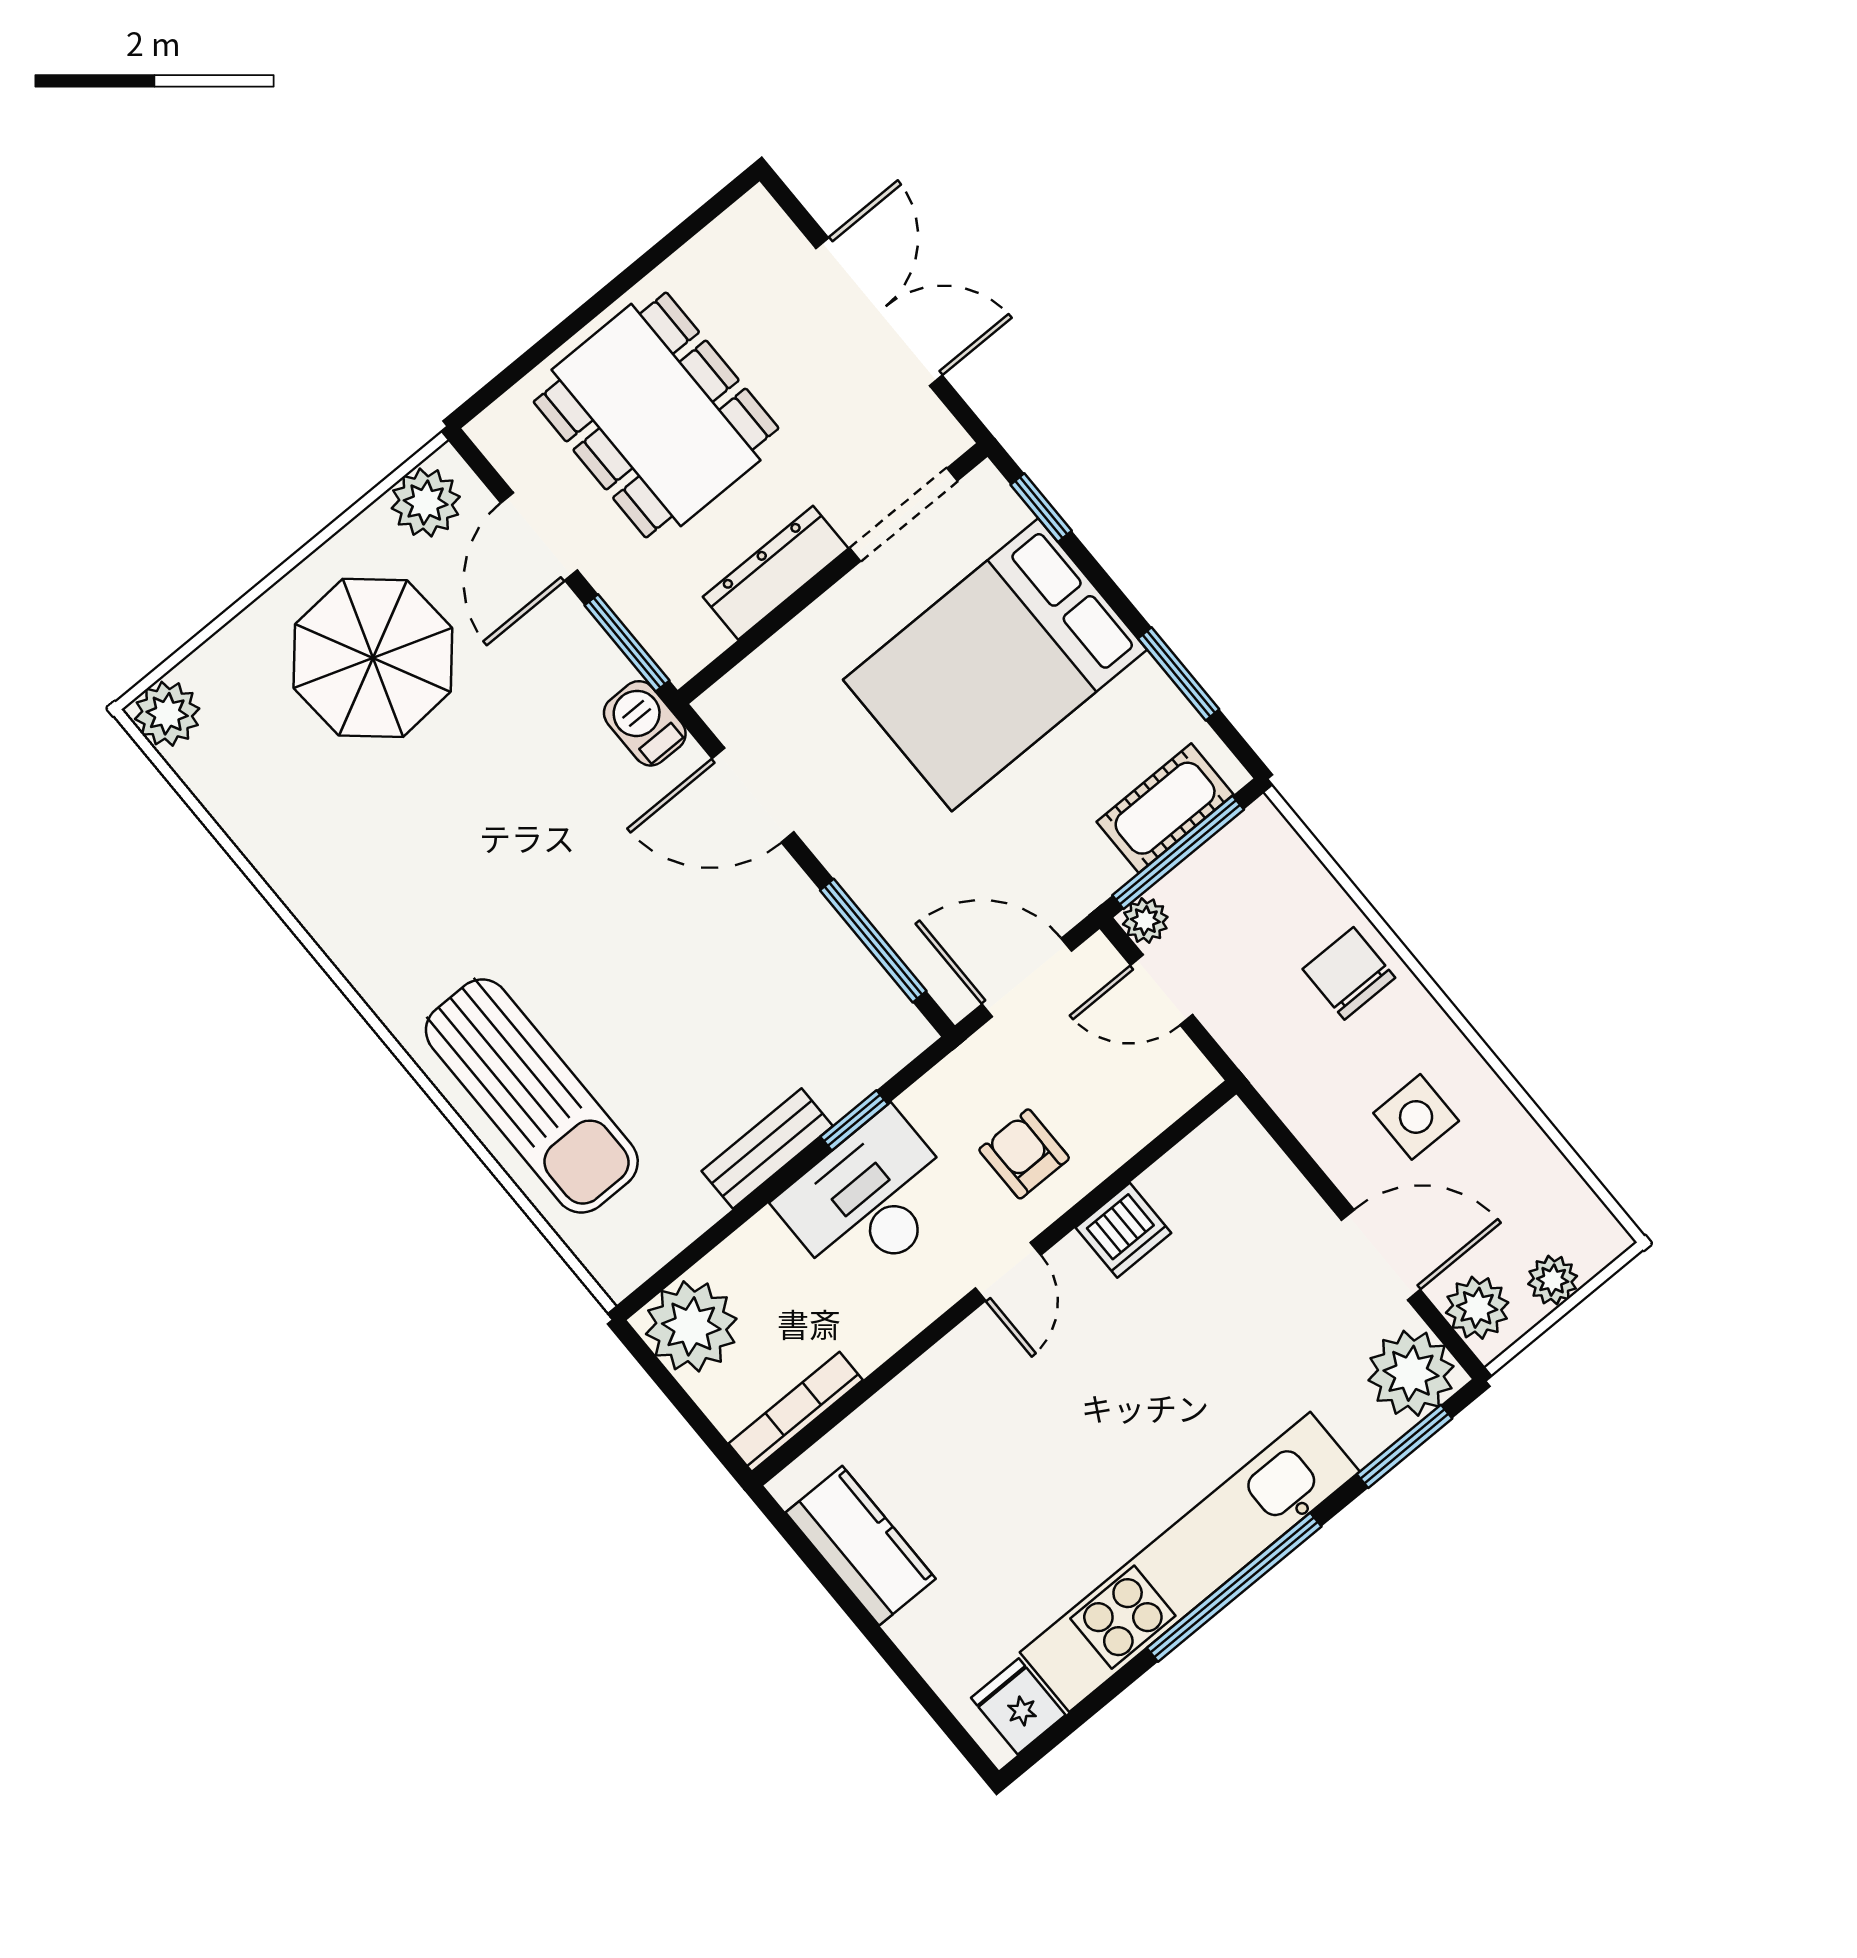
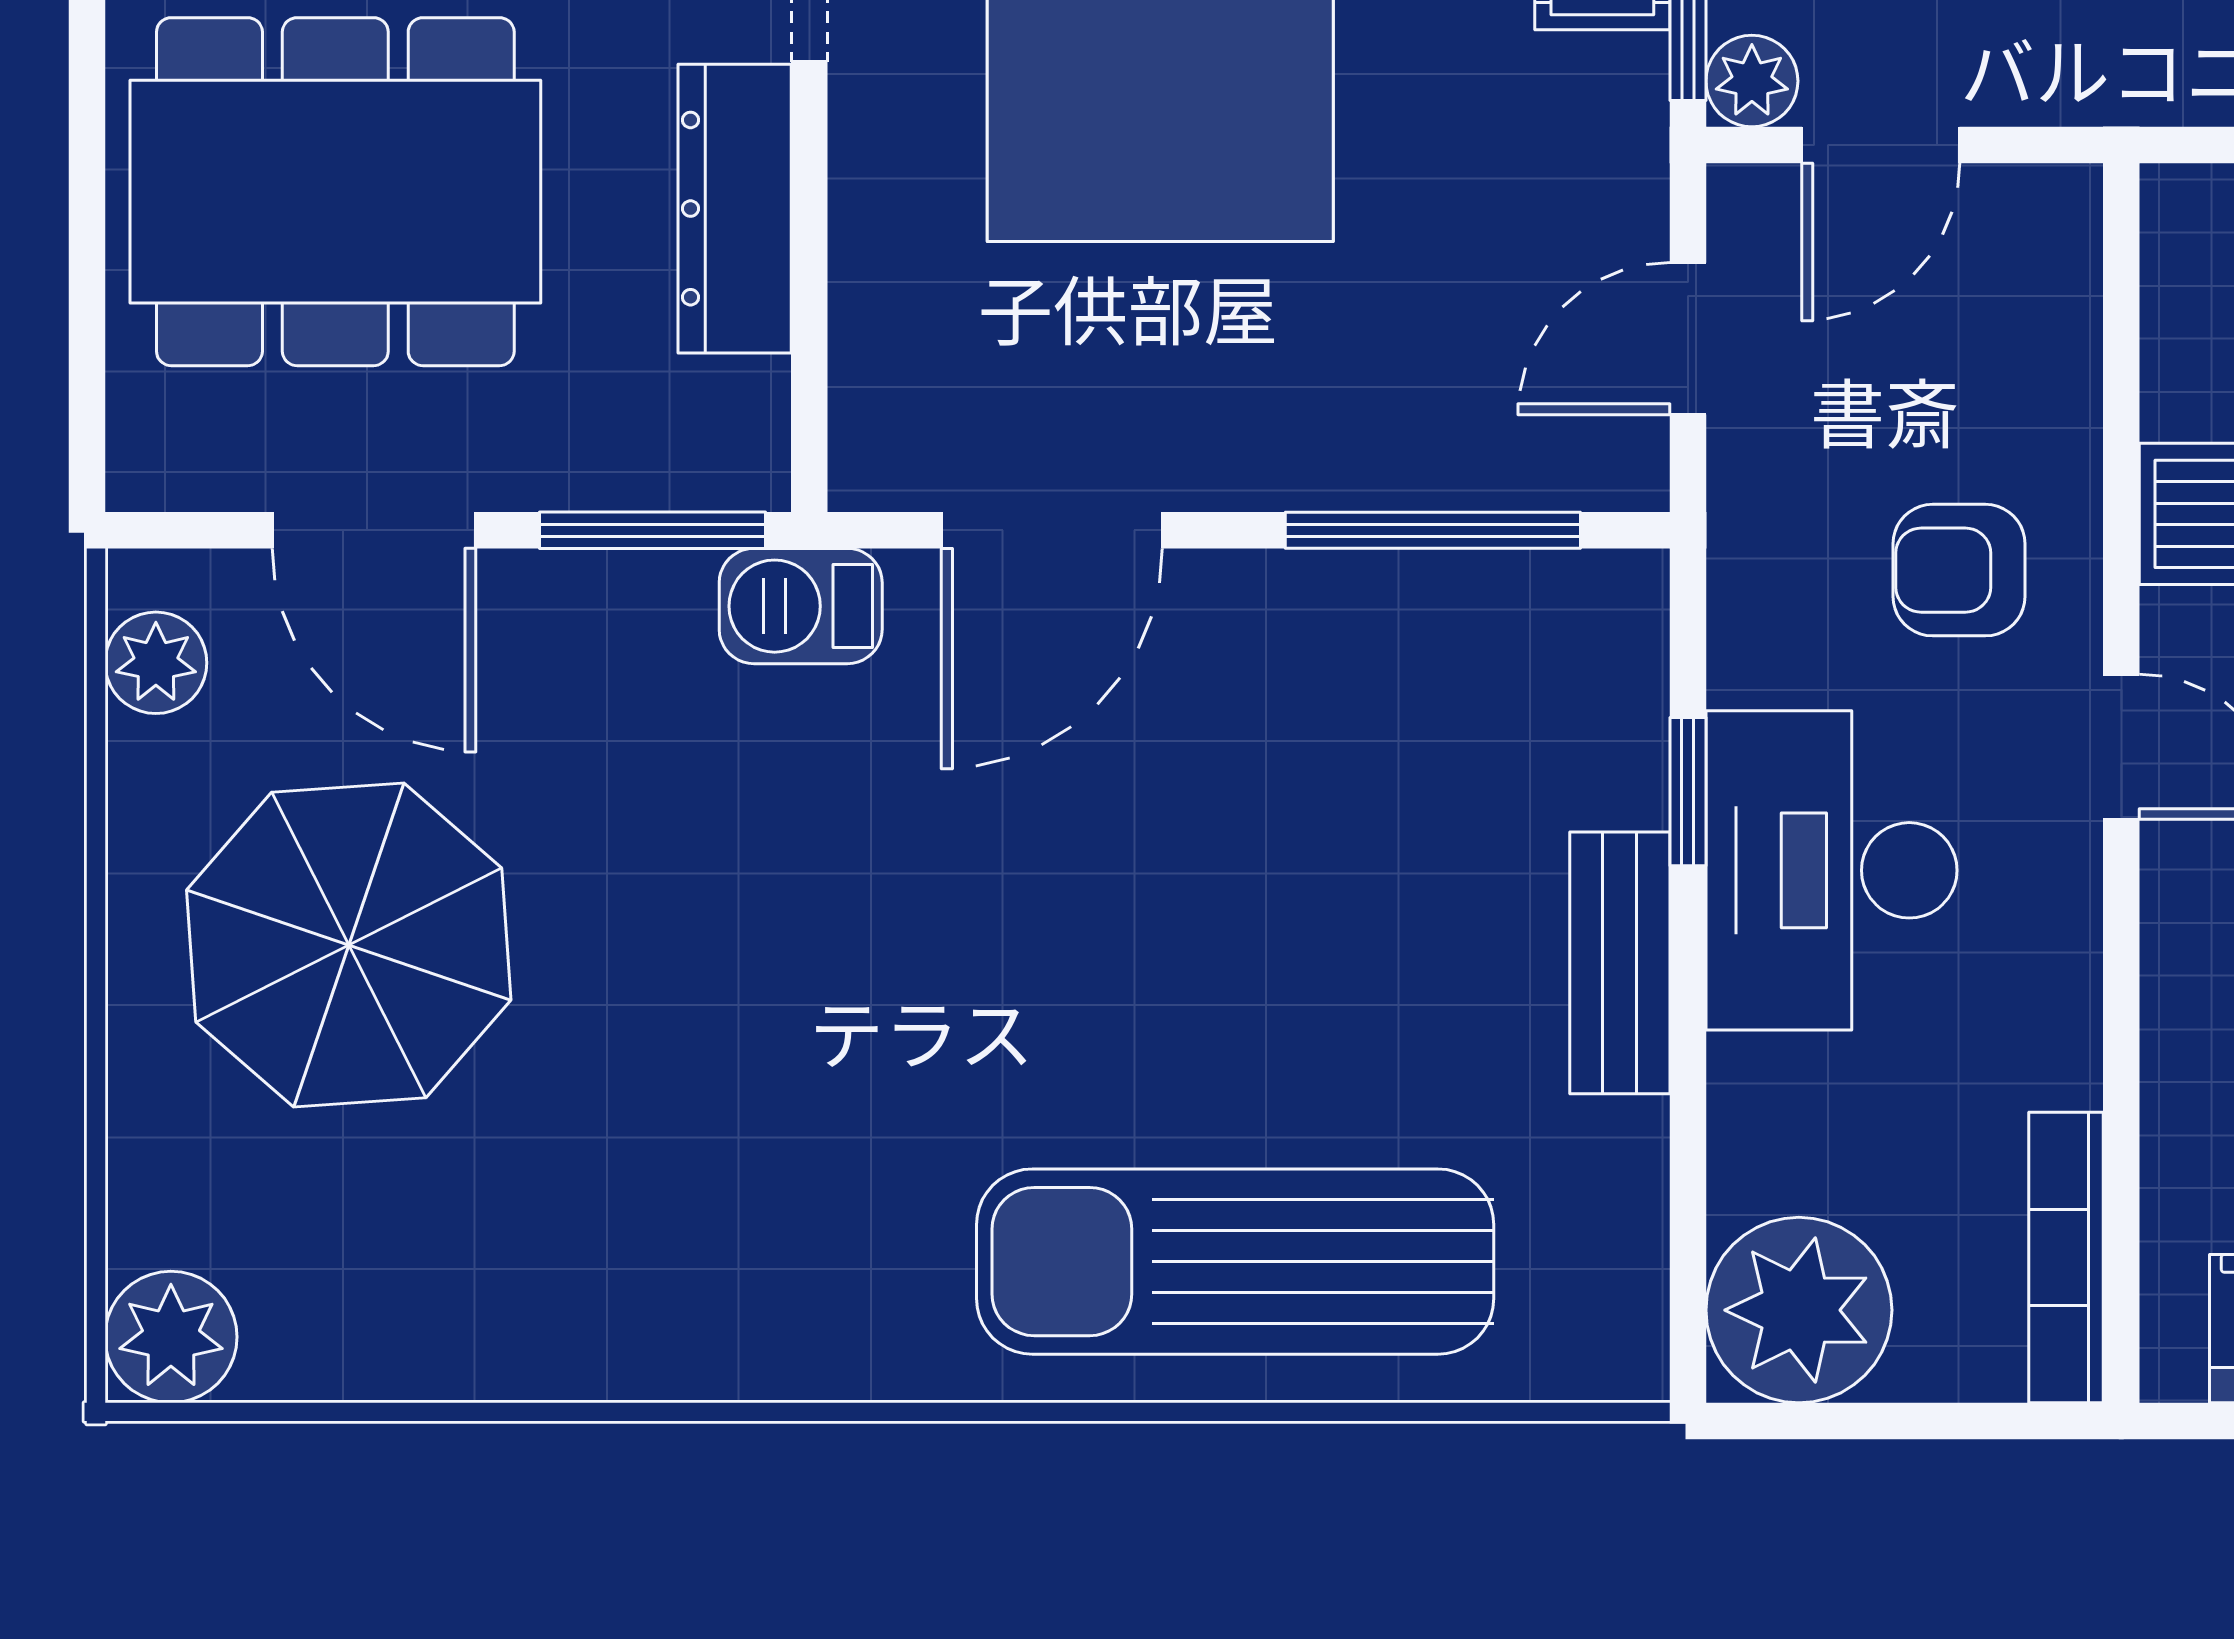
plant: (426, 503) -> (156, 663), width x0.73, depth x0.73
door: (1027, 977) -> (1688, 339), width x0.73
sun lounger: (532, 1096) -> (1235, 1262), turned 180

